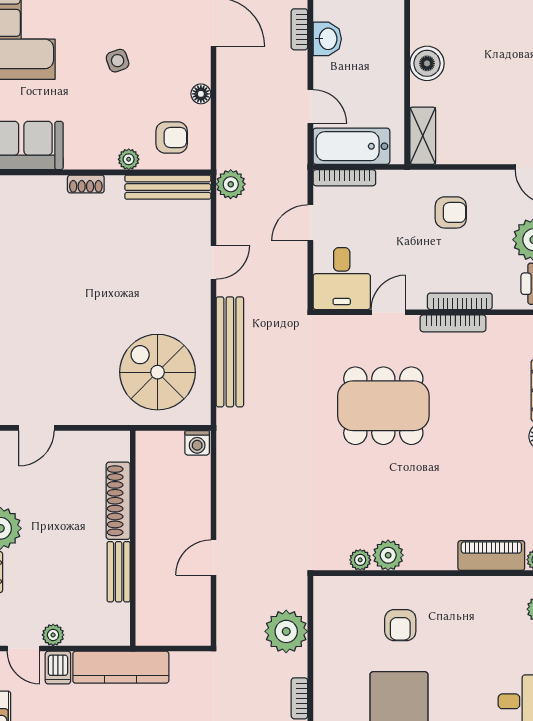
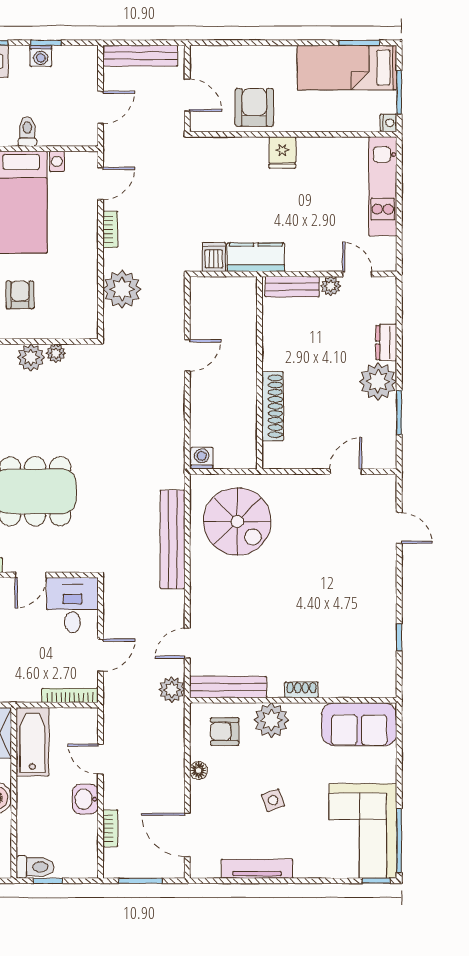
washbasin: (327, 39) -> (85, 799), moved
bathtub: (351, 146) -> (32, 742), moved, turned -90
plant: (129, 159) -> (271, 720), width x1.87, depth x1.87
door: (213, 262) -> (187, 643), moved
bench: (119, 572) -> (292, 287), moved, turned 90
kitchen counter: (121, 667) -> (256, 257), width x0.67
dishwasher: (58, 668) -> (214, 257), moved

